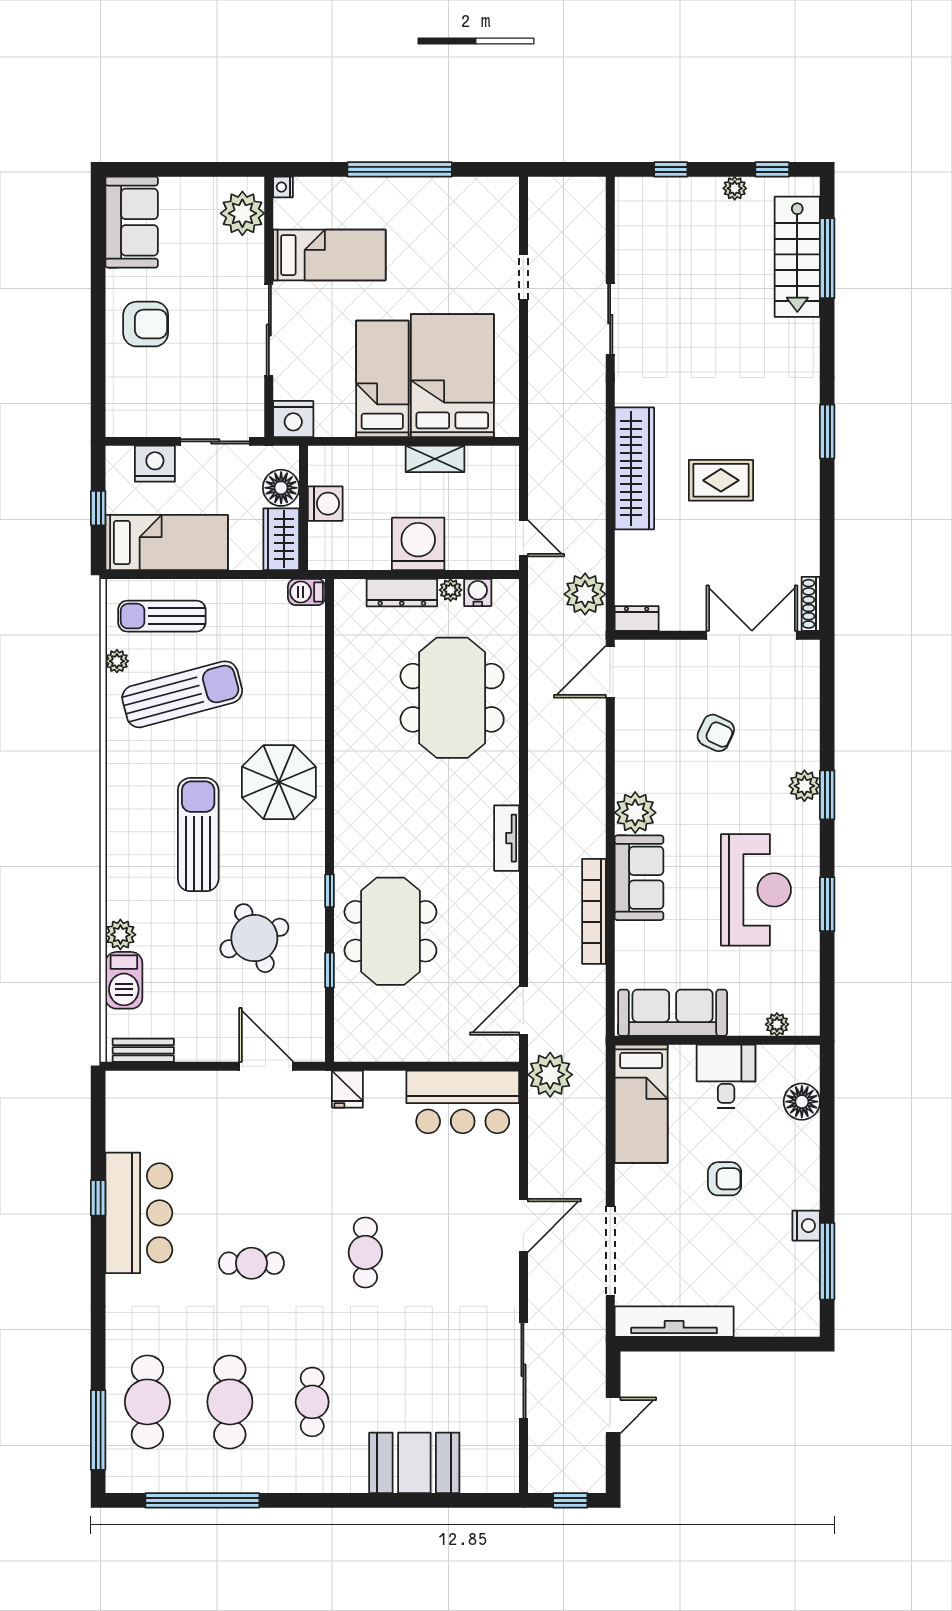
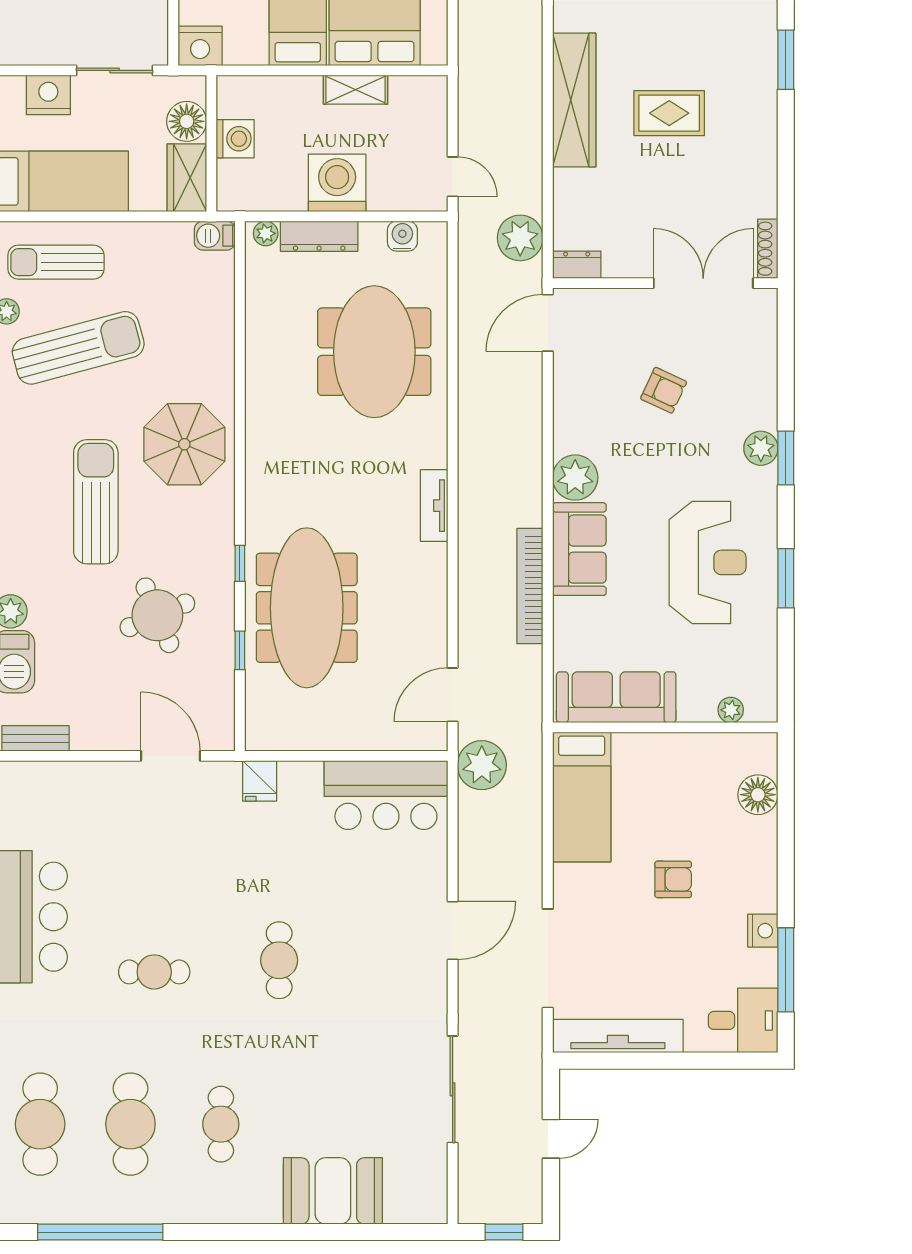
plant: (451, 590) -> (266, 233), moved
meeting table: (390, 931) -> (307, 608), width x1.36
desk: (726, 1076) -> (743, 1020), moved, turned 90

